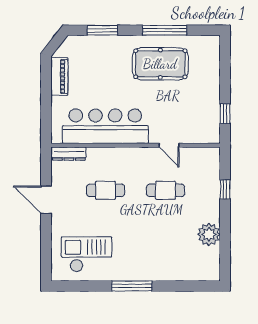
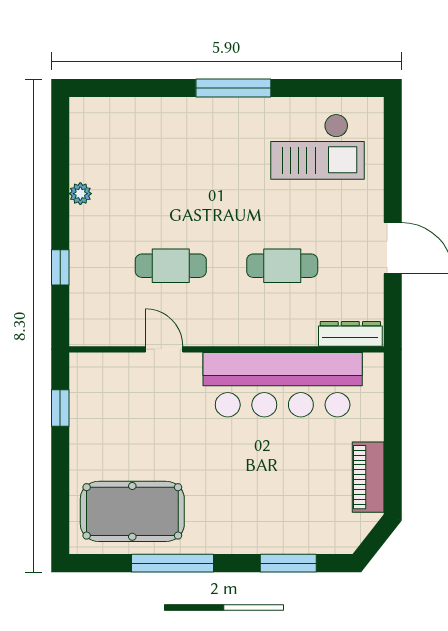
pool table: (160, 64) -> (132, 511), moved
plant: (209, 234) -> (80, 194), width x0.53, depth x0.53

